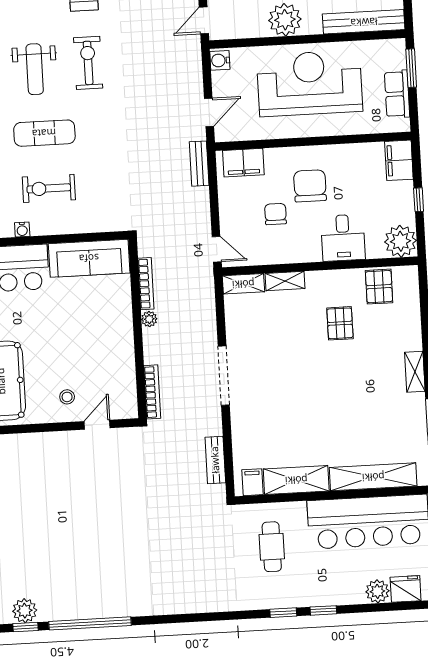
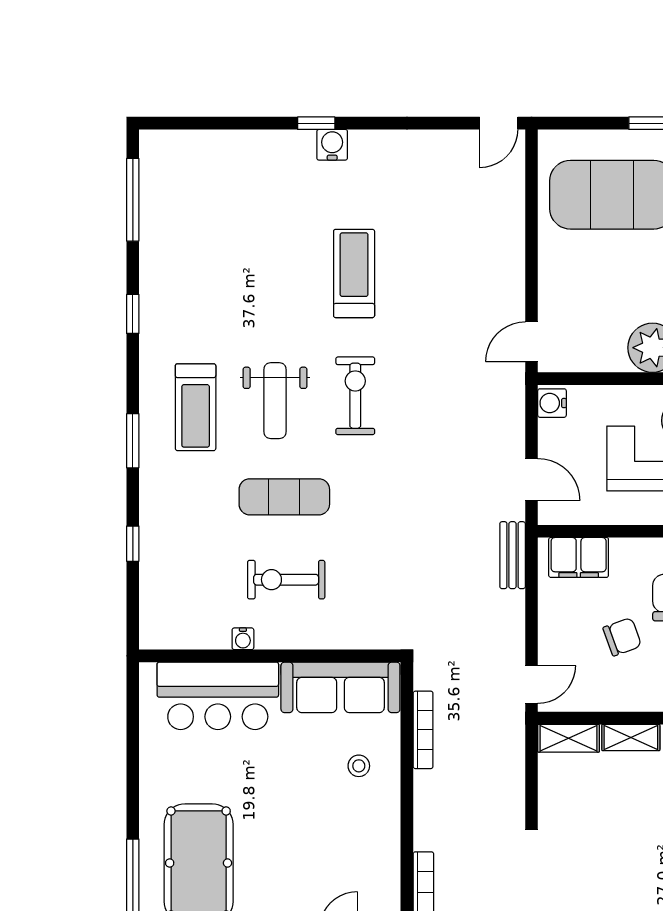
door: (209, 112) -> (532, 480), hinge flipped
chair: (275, 214) -> (622, 637), turned 70
door: (217, 249) -> (532, 684), hinge flipped
plant: (149, 319) -> (425, 783), removed
stool: (67, 397) -> (359, 766), moved

